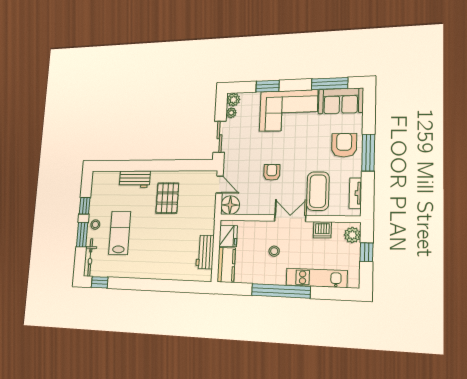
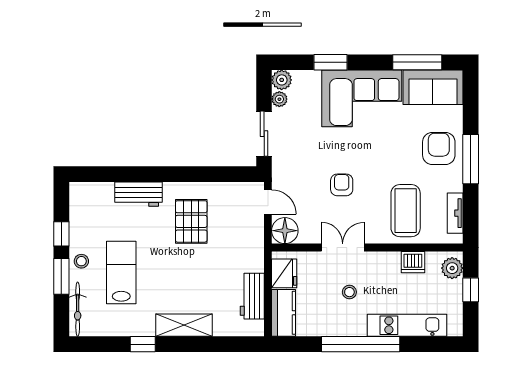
double door: (290, 218) -> (343, 248), moved
shelving: (158, 271) -> (184, 325), added
window: (100, 282) -> (143, 344), moved

